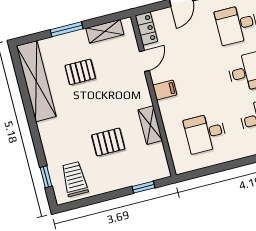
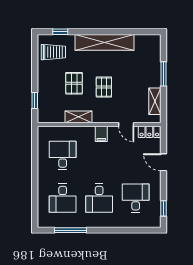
pallet: (80, 72) -> (104, 87), moved
shelving: (36, 81) -> (104, 42), moved

